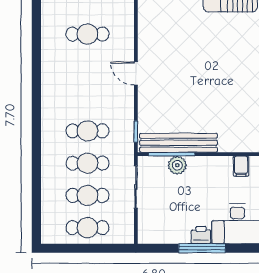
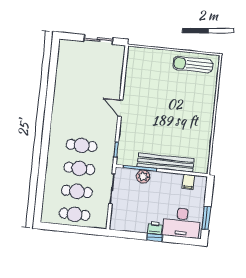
cafe table: (87, 34) -> (89, 77), removed
bench: (178, 143) -> (166, 163), moved
window: (202, 248) -> (155, 237), width x0.46

